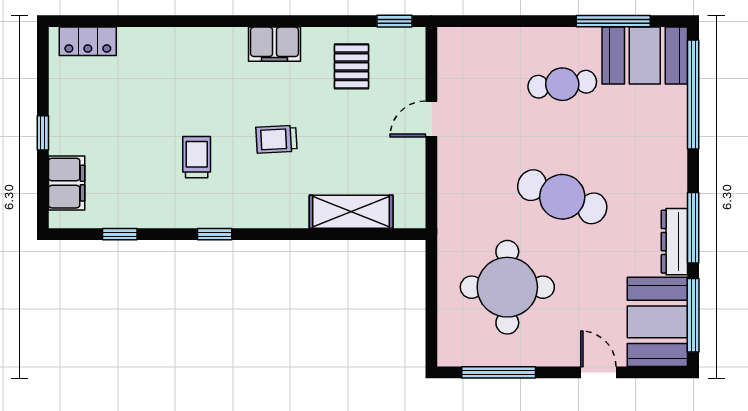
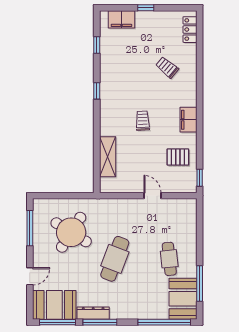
trolley: (197, 157) -> (167, 67), moved, turned -140
round table: (507, 287) -> (71, 232), turned 32

